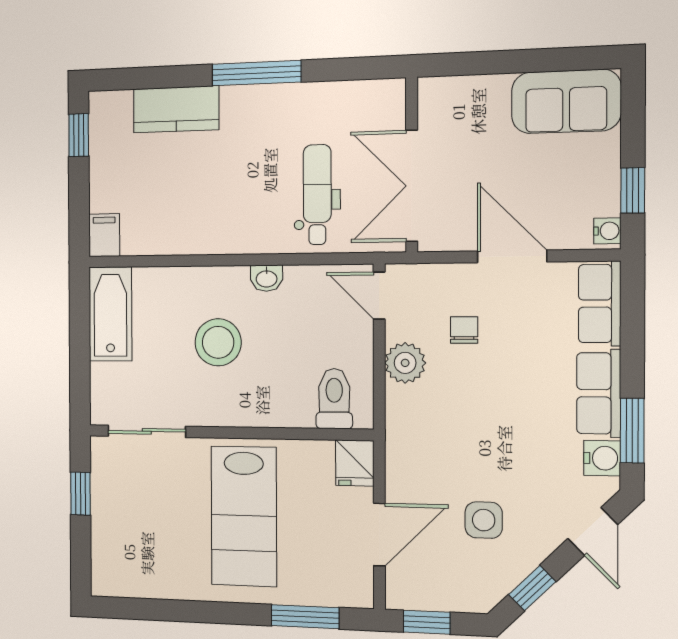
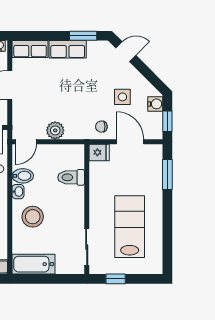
bidet: (302, 289) -> (23, 176), added
chair: (464, 330) -> (101, 127), moved
stool: (218, 342) -> (33, 217), moved
toilet: (334, 399) -> (71, 177), moved
water cooler: (602, 458) -> (155, 104), moved, turned 90
lab bench: (244, 516) -> (130, 227), moved, turned -90
window: (532, 588) -> (151, 77), removed

